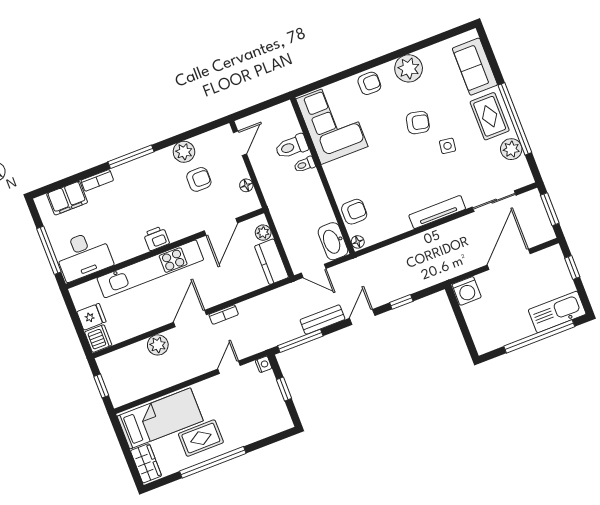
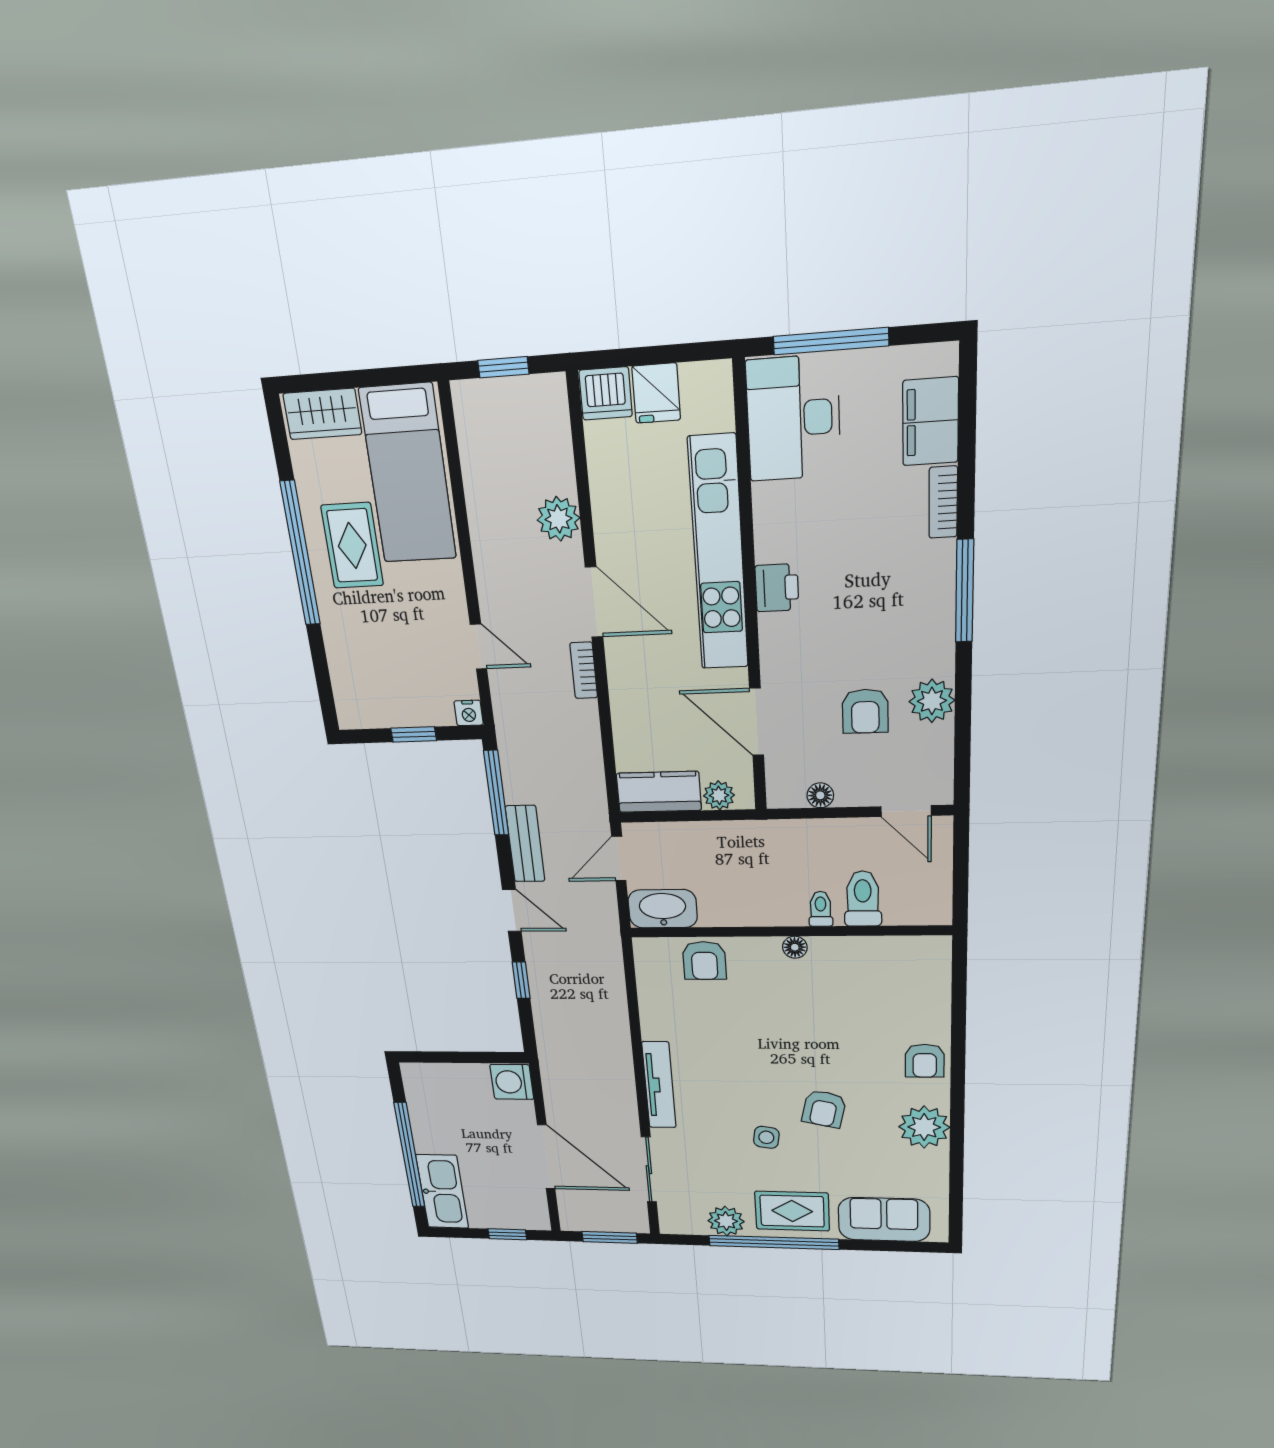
corner sofa: (332, 123) -> (879, 979), removed
floor lamp: (358, 242) -> (795, 947), moved

